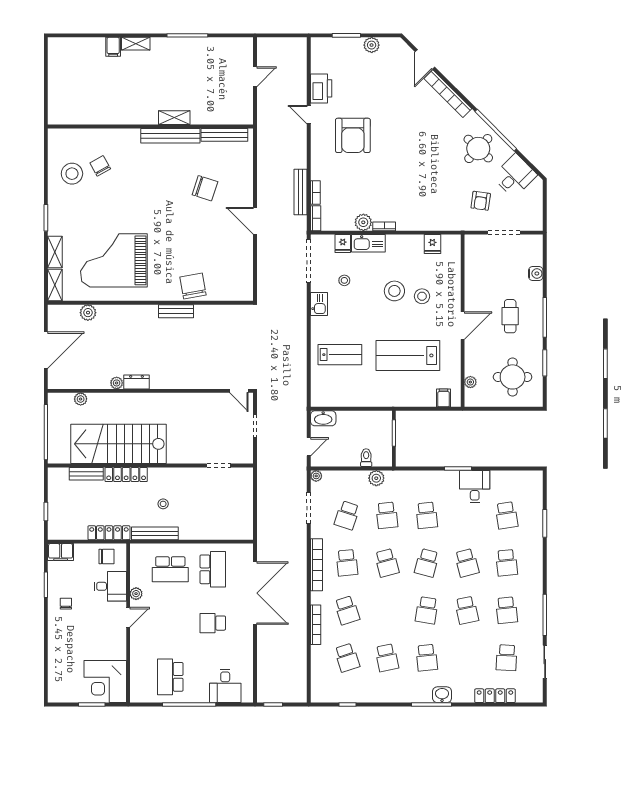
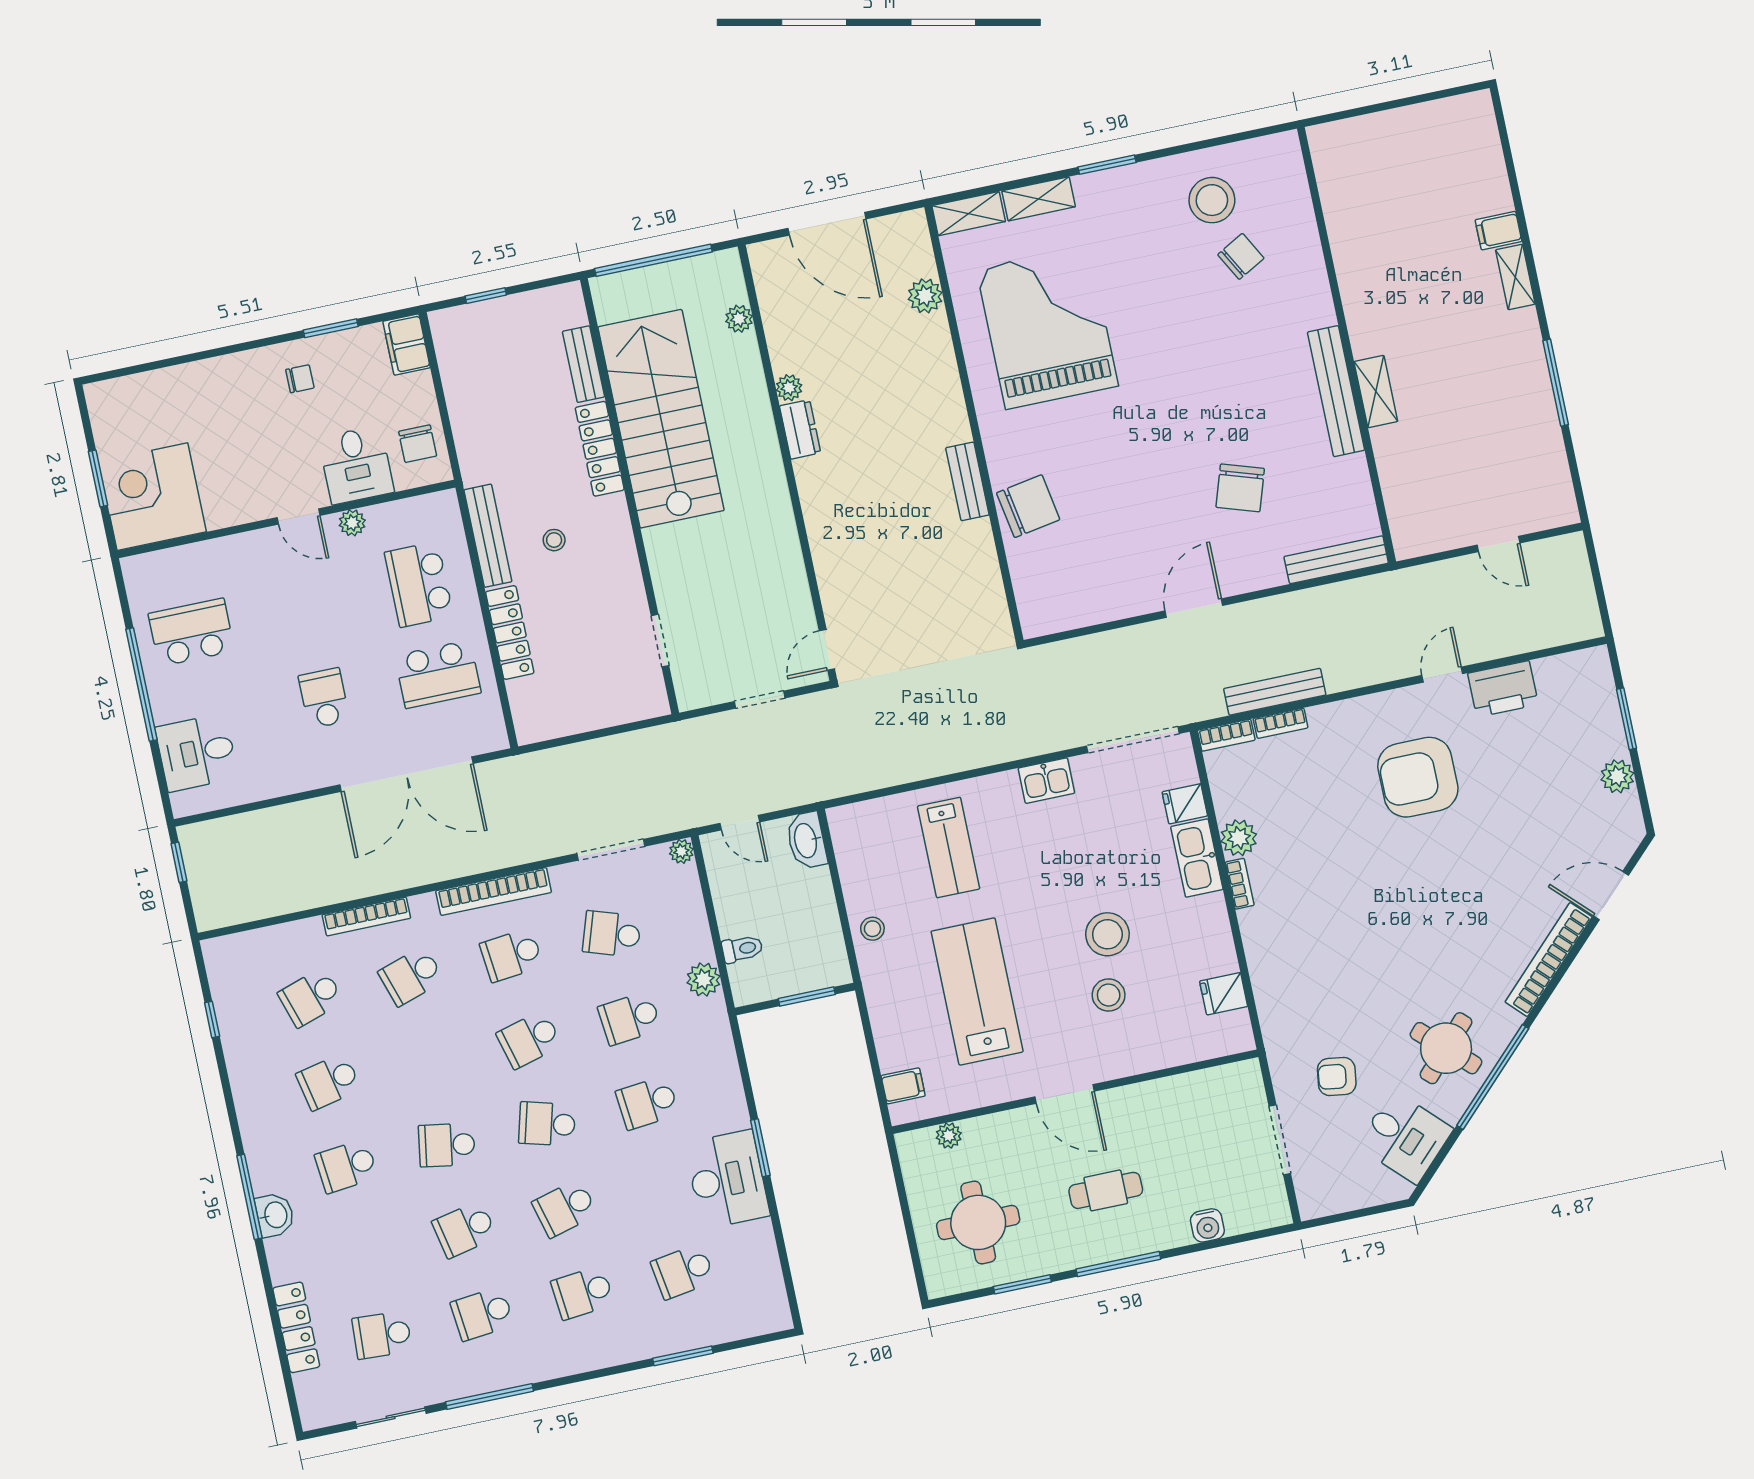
bench: (224, 135) -> (1336, 560), moved, turned 90
stool: (344, 280) -> (872, 929), moved
desk: (475, 487) -> (727, 1179), width x1.37
locker: (109, 533) -> (510, 632), moved

